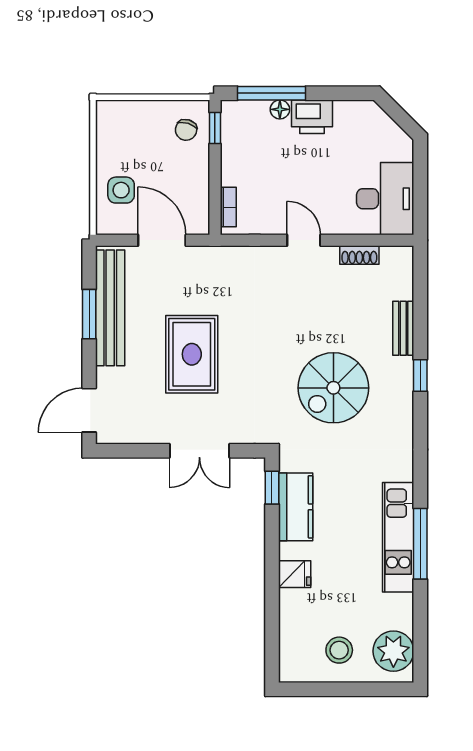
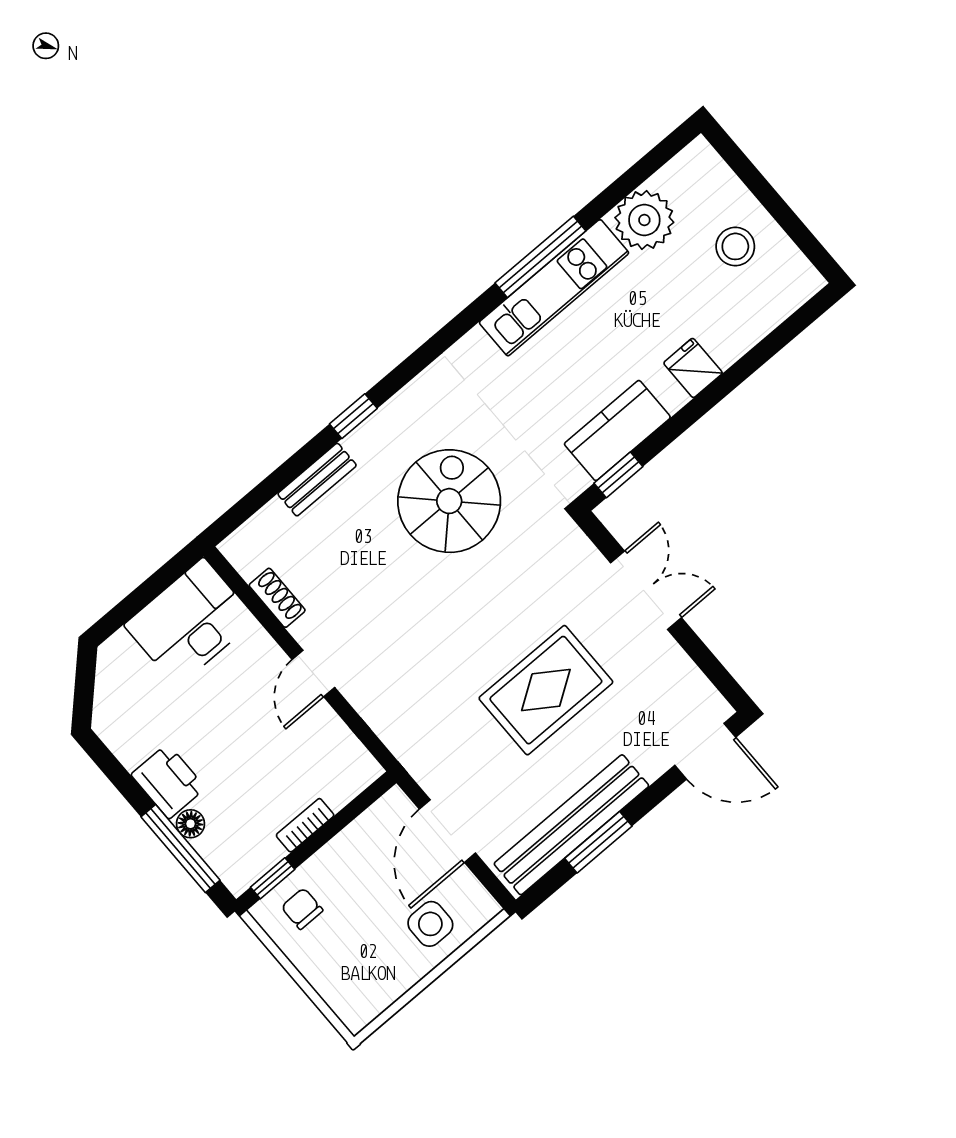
chair: (186, 130) -> (302, 909), turned -107
bookcase: (228, 207) -> (305, 825), moved
spiral stairs: (333, 388) -> (449, 501), turned -90
plant: (393, 651) -> (644, 220), moved

